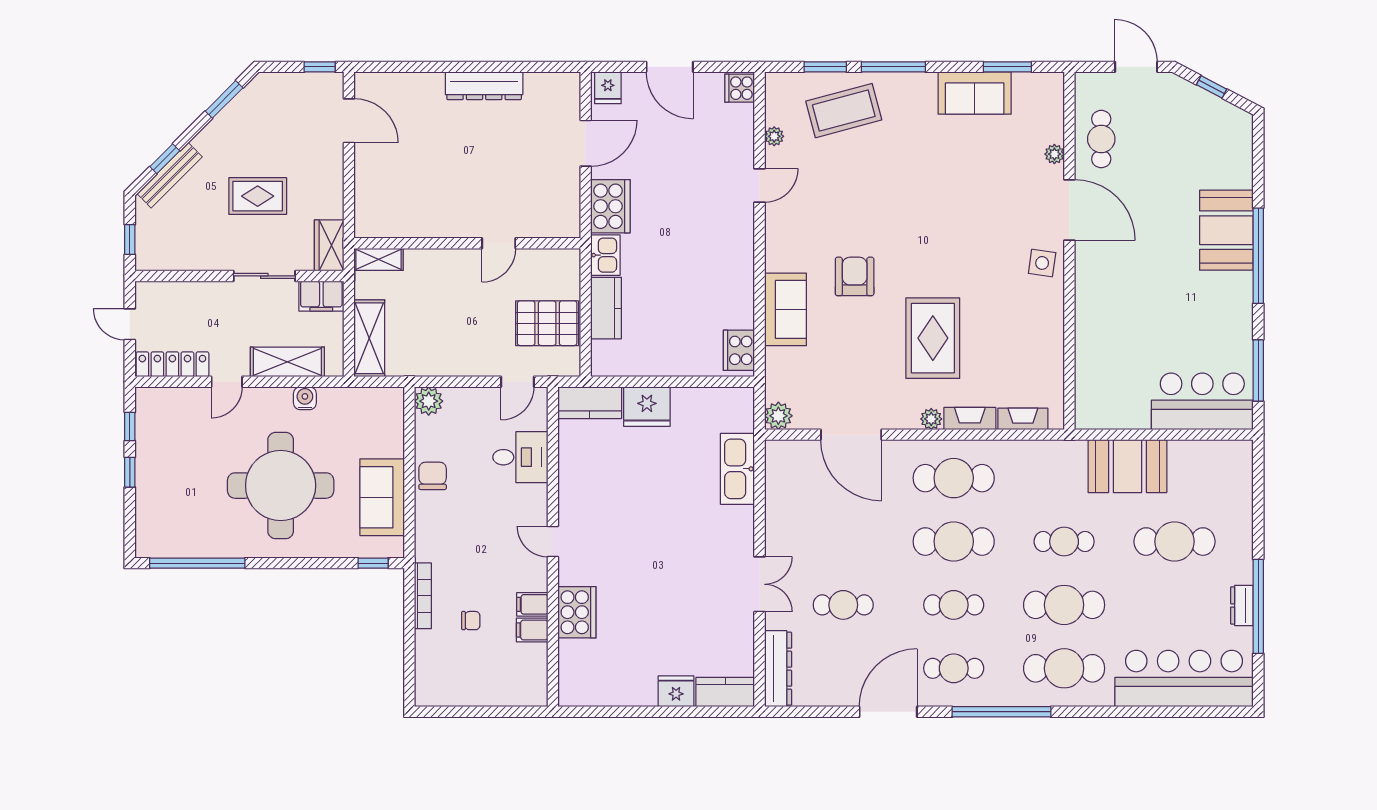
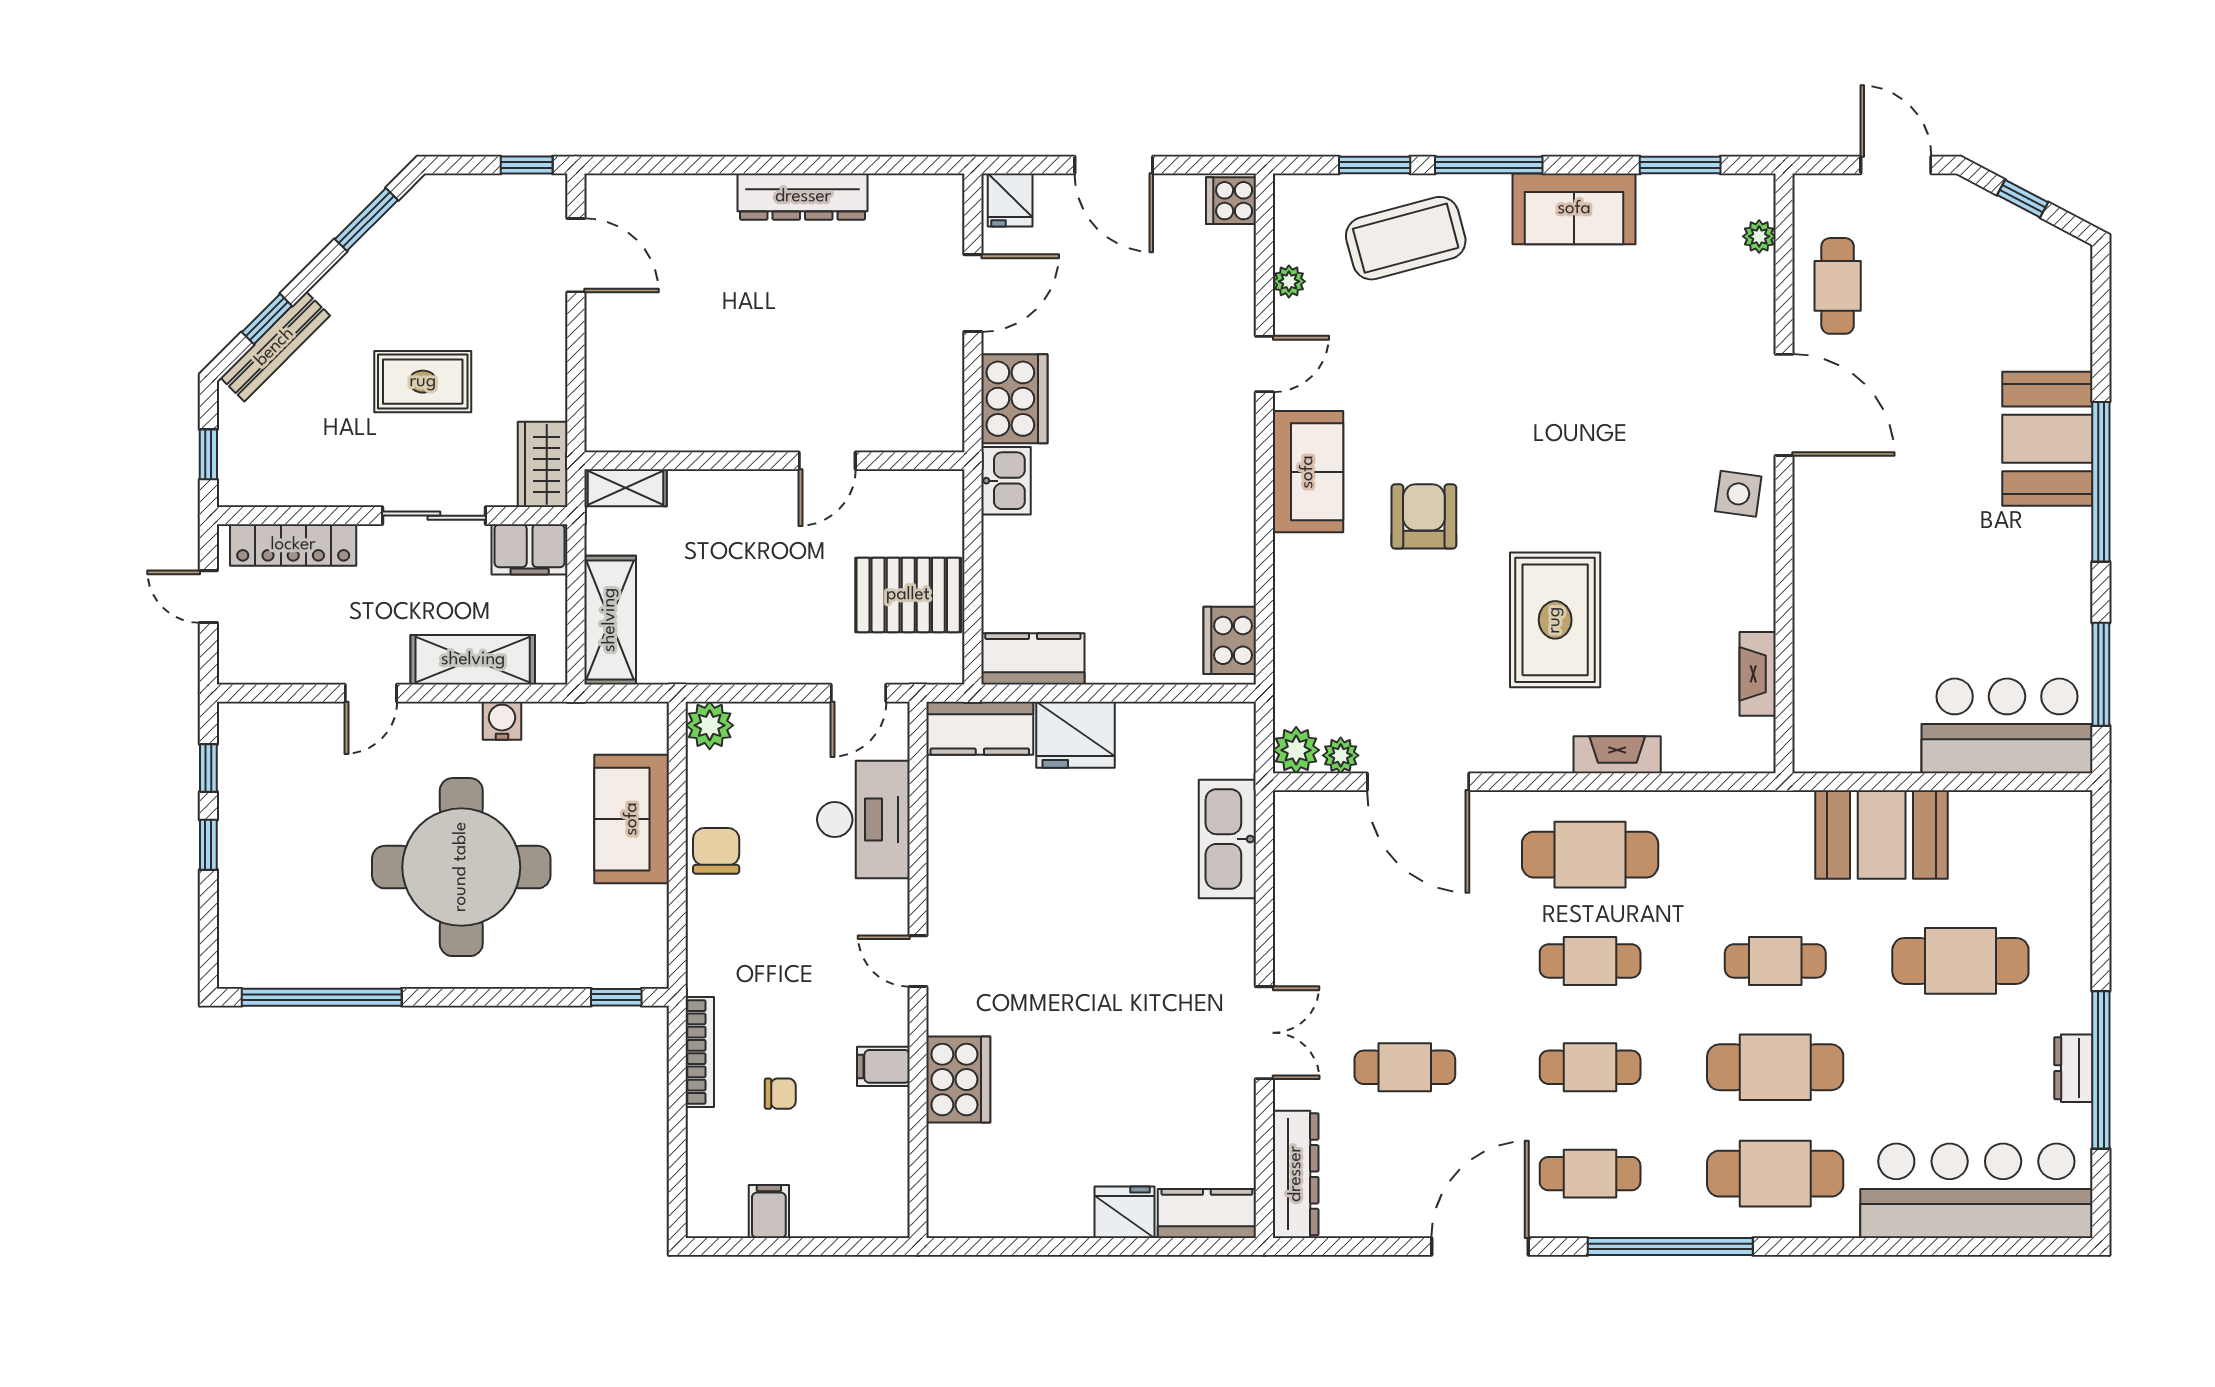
sofa: (975, 93) -> (1574, 209), moved
plant: (1054, 154) -> (1759, 236), moved
kitchen counter: (606, 308) -> (1033, 659), moved, turned -90
sofa: (785, 309) -> (1308, 472), moved
locker: (172, 364) -> (293, 545), moved, turned 180
plant: (931, 419) -> (1341, 755), moved
fireplace: (1023, 419) -> (1758, 674), moved, turned -90
desk: (520, 457) -> (863, 820), width x1.37
sofa: (382, 497) -> (632, 819), moved
cafe table: (954, 542) -> (1590, 961), width x0.73, depth x0.74
filing cabinet: (532, 630) -> (769, 1211), moved, turned 90

